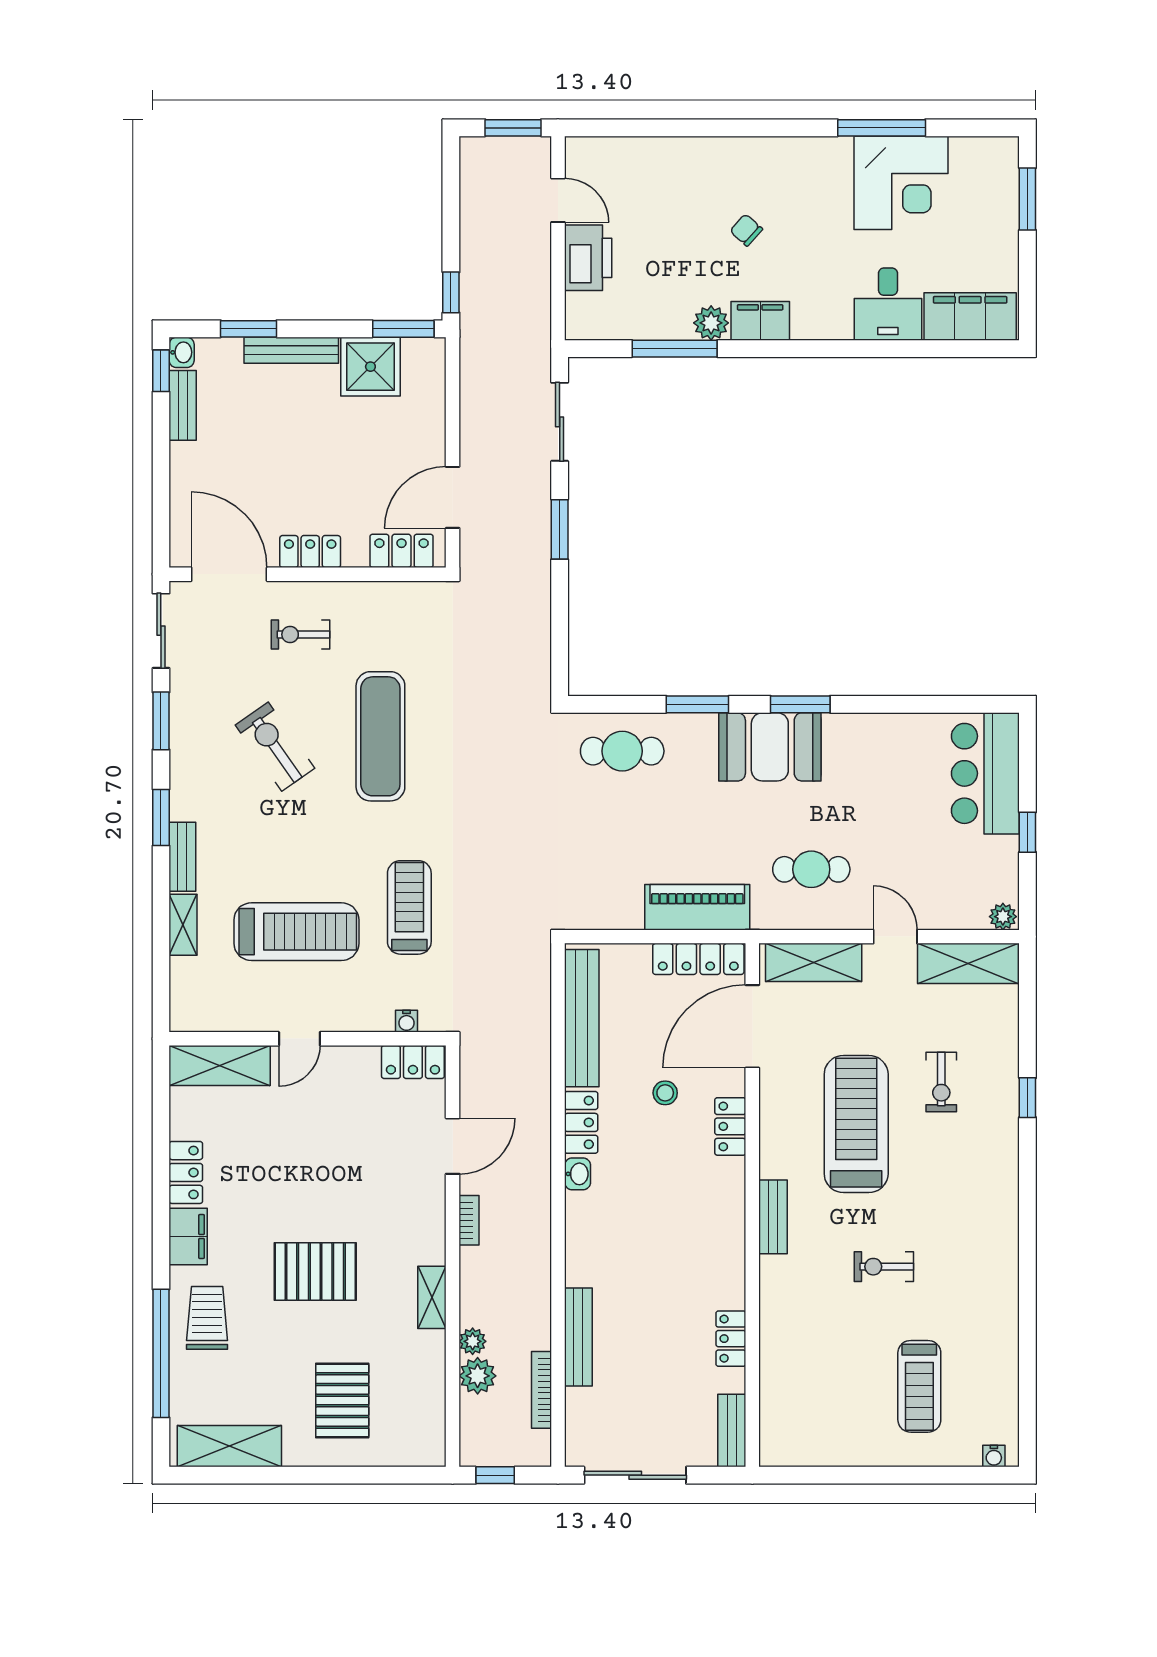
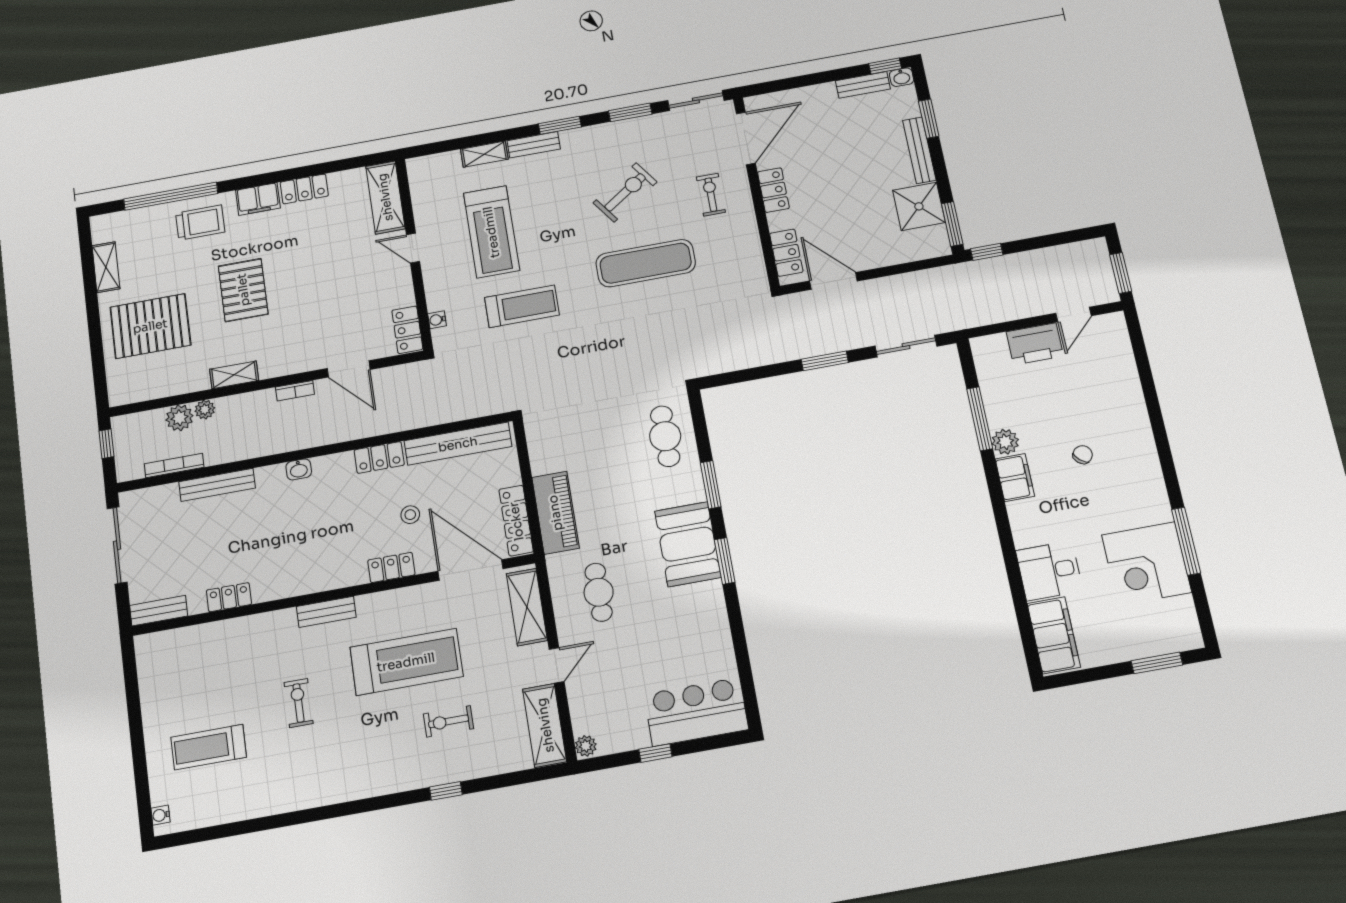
washbasin: (578, 1174) -> (299, 469), moved
pallet: (342, 1401) -> (150, 326), width x1.37, depth x1.41
shelving: (229, 1446) -> (106, 267), width x0.67, depth x0.75

